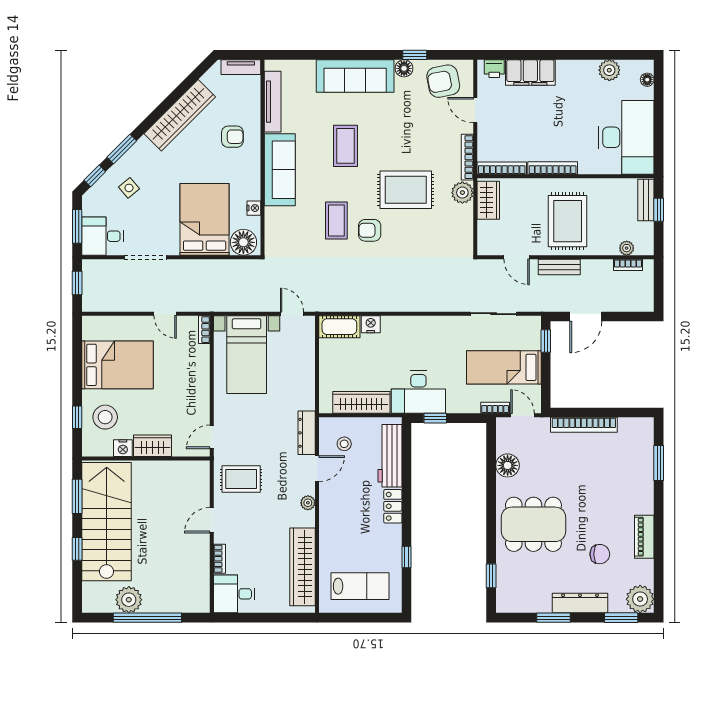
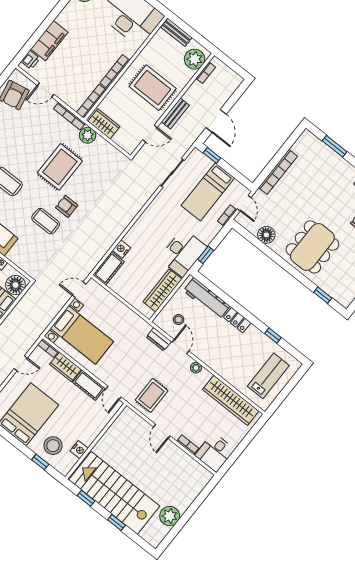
window: (659, 210) -> (188, 30), removed
armchair: (370, 230) -> (67, 206), turned 90
plant: (627, 248) -> (195, 59), width x1.88, depth x1.88
cot: (199, 404) -> (89, 385), added
door: (523, 415) -> (244, 203), swing flipped
dresser: (307, 433) -> (159, 339), width x0.70
wardrobe: (152, 446) -> (65, 367), moved, turned -90
window: (77, 496) -> (86, 498), width x0.67
window: (147, 618) -> (189, 513), removed

